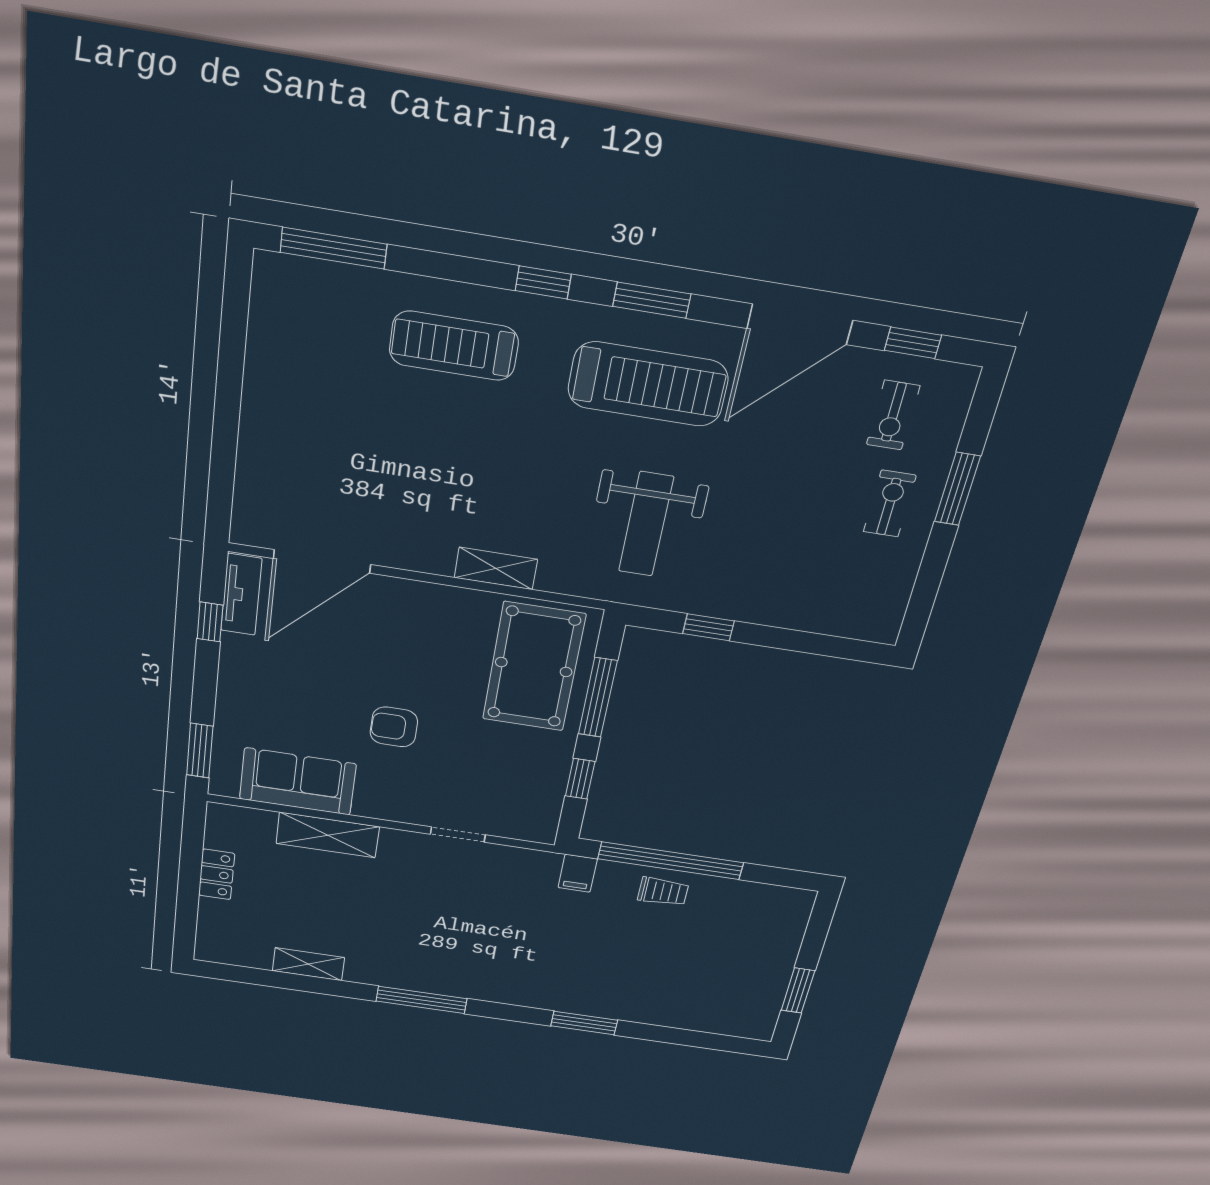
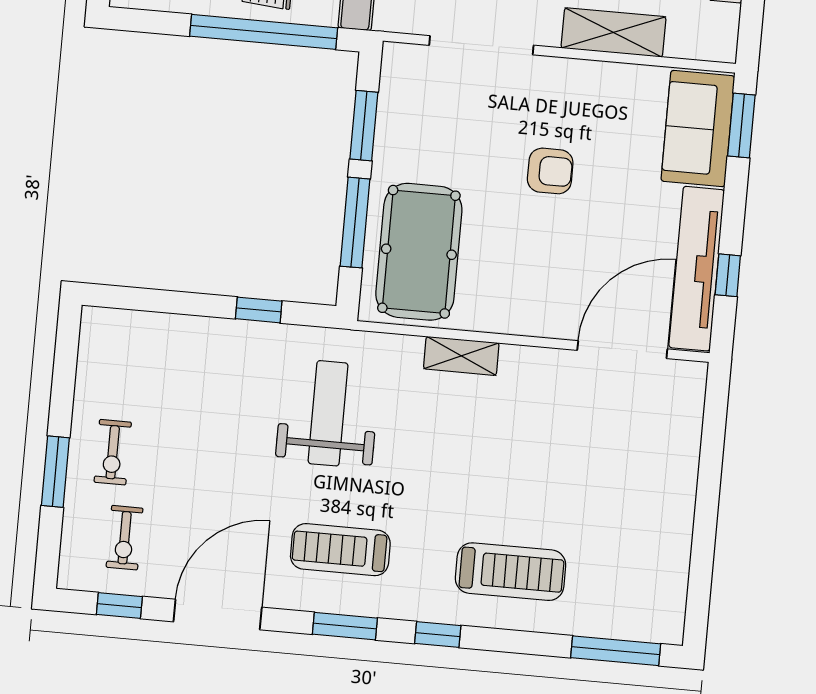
treadmill: (648, 384) -> (340, 550), width x0.73, depth x0.73
exercise bike: (893, 415) -> (125, 538), turned 180
tv unit: (241, 595) -> (697, 269), width x1.92, depth x1.29
window: (580, 779) -> (364, 126), width x1.50
sofa: (298, 781) -> (698, 129), moved, turned 90
doorway: (458, 835) -> (481, 45), width x1.88

